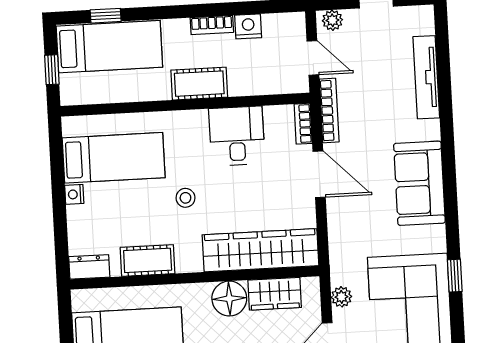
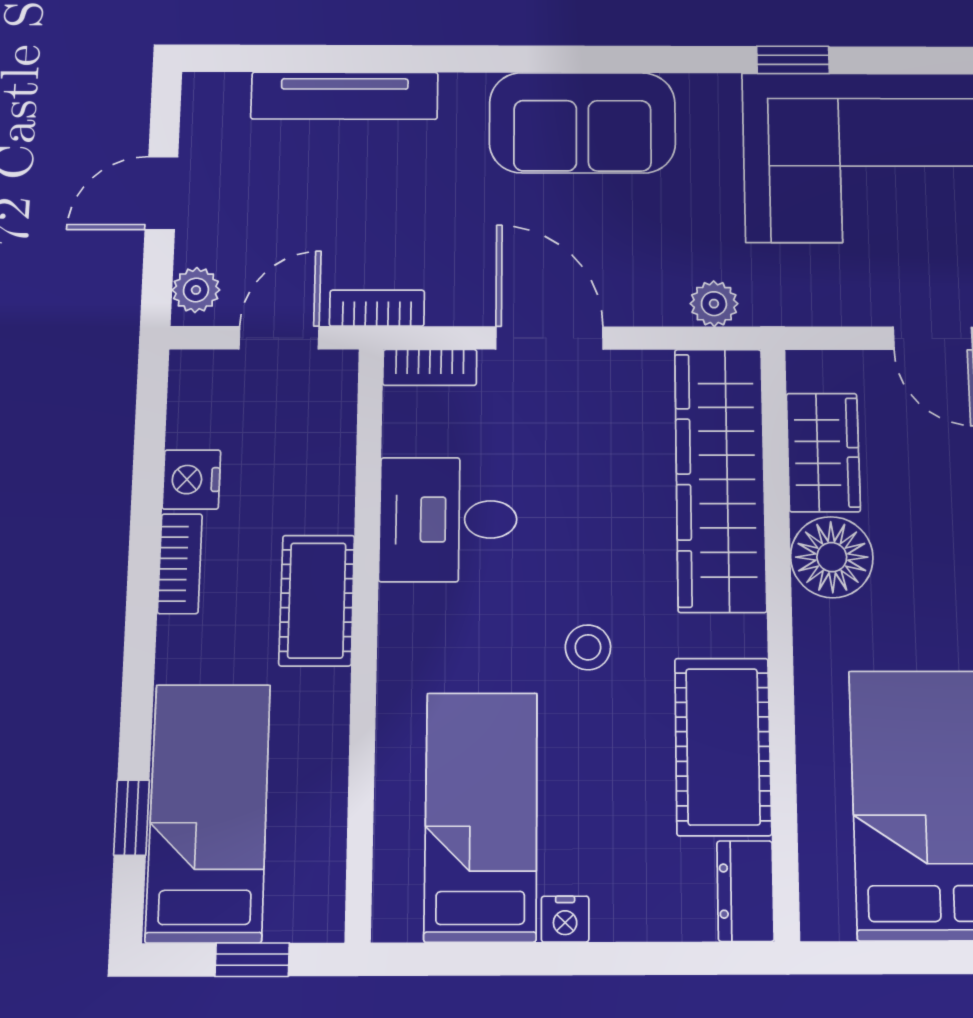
bookcase: (329, 110) -> (377, 308), width x0.64
door: (319, 174) -> (549, 338), hinge flipped
cot: (148, 260) -> (723, 746), width x1.37, depth x1.34
plant: (341, 297) -> (714, 304), moved

